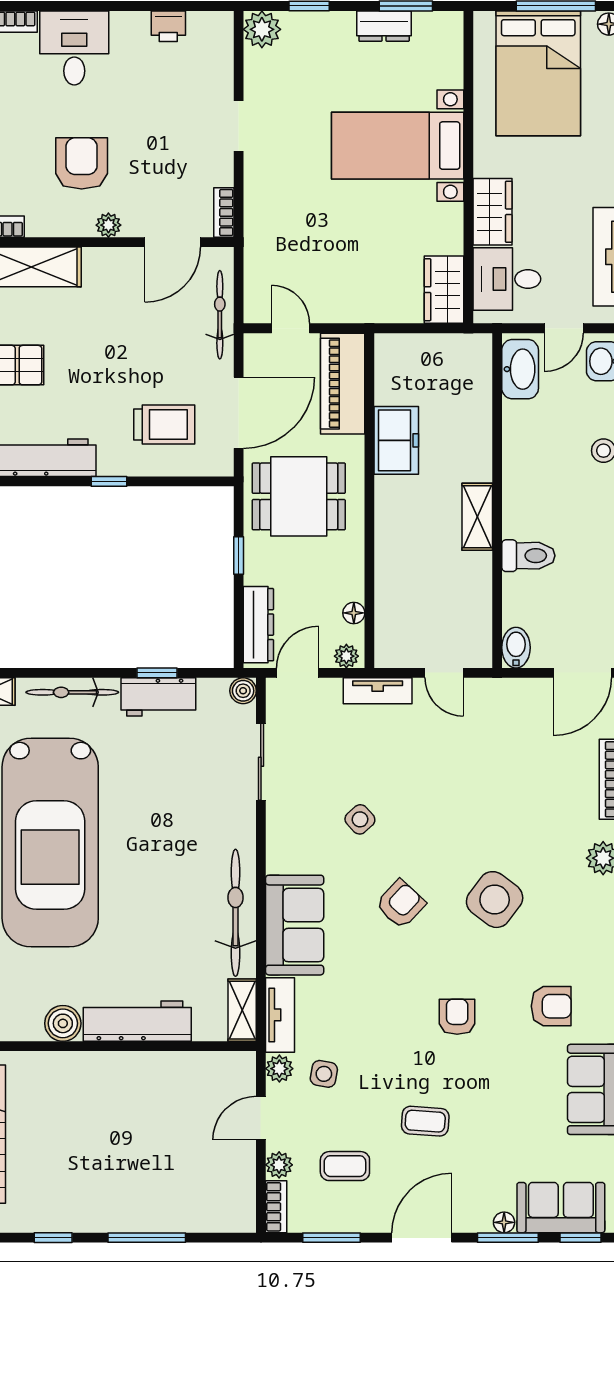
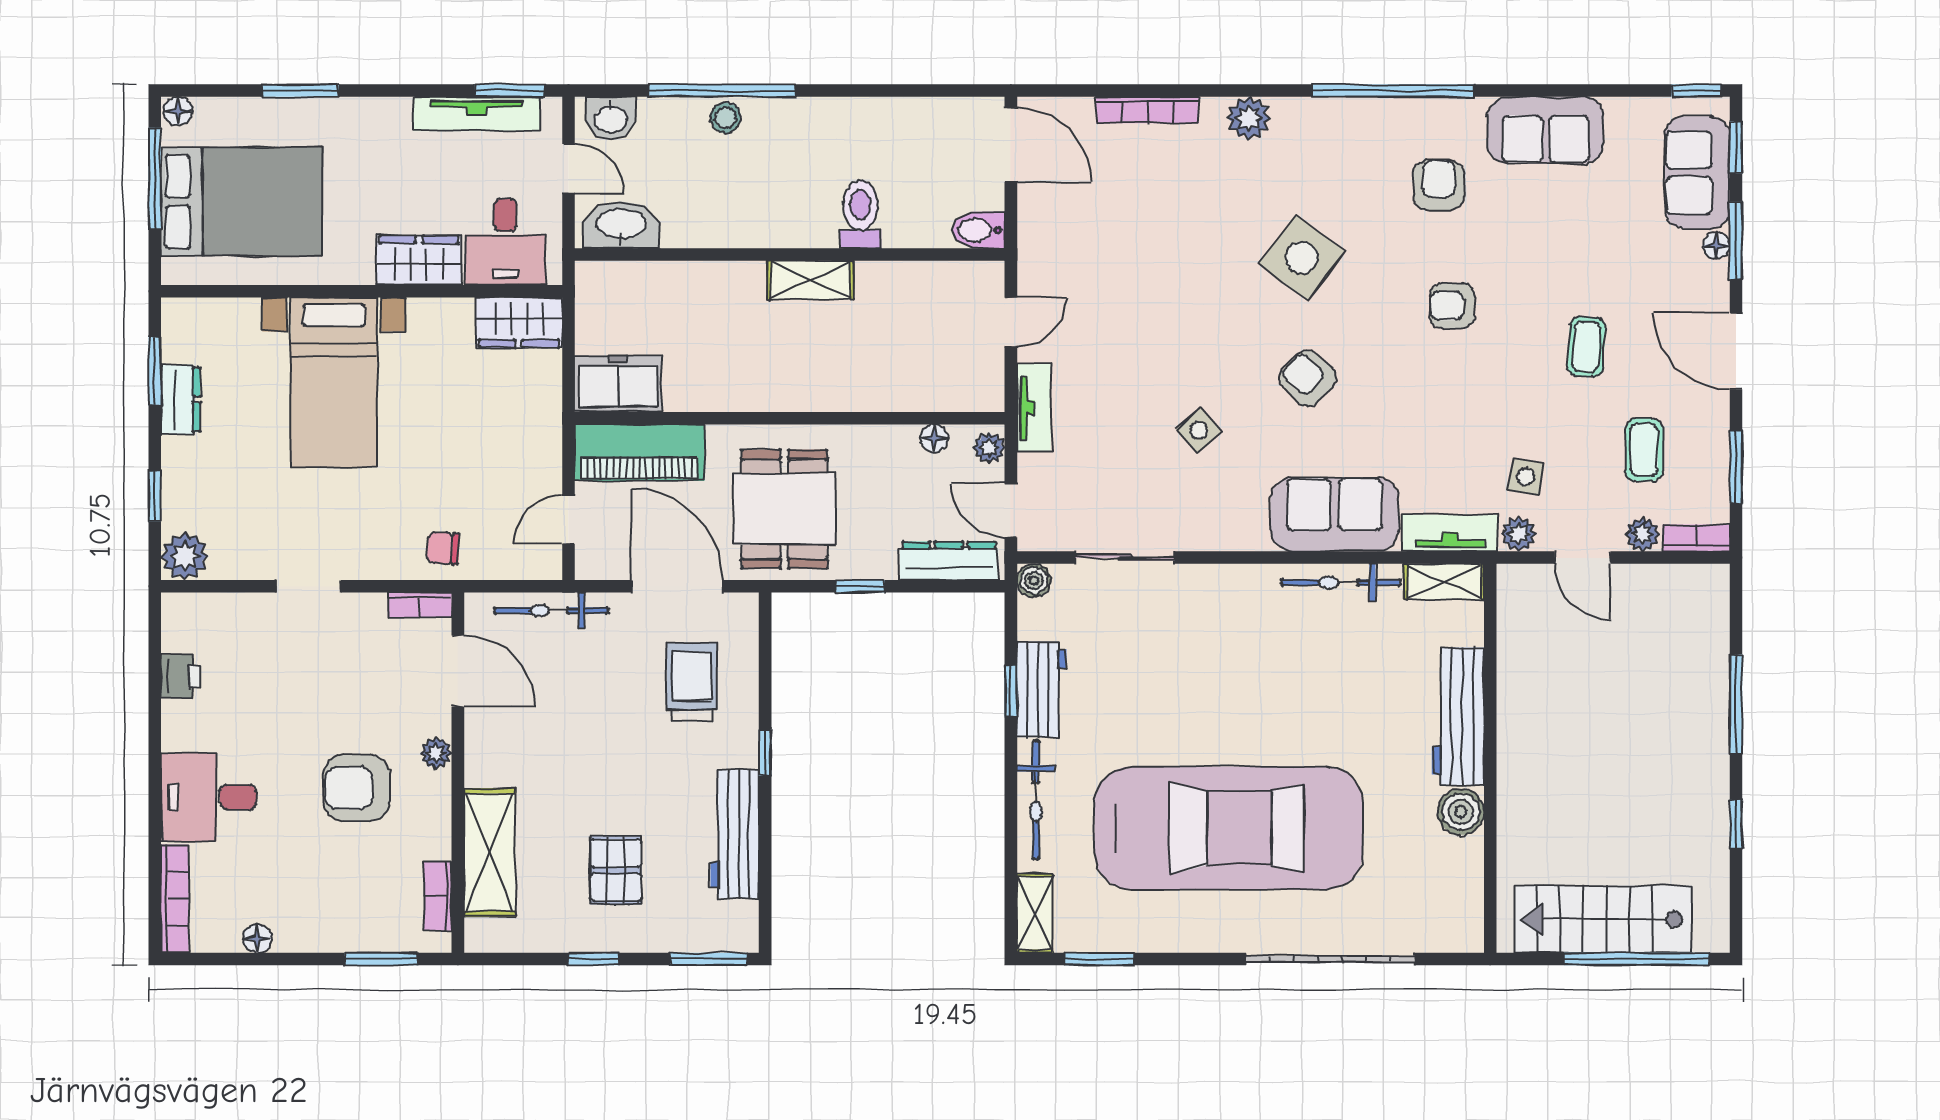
chair: (268, 231) -> (443, 548), added
freezer: (396, 440) -> (618, 384), moved
bicycle: (235, 913) -> (1341, 583), width x0.73, depth x0.71

